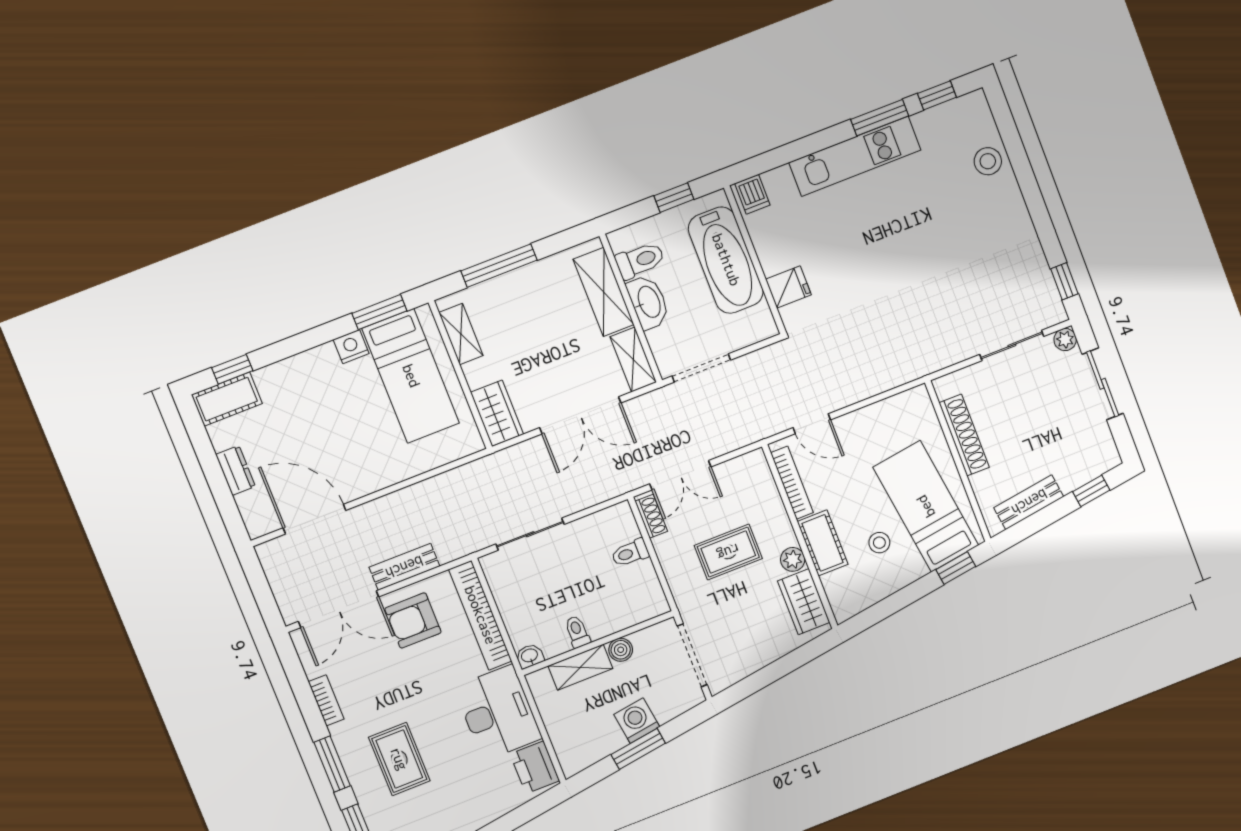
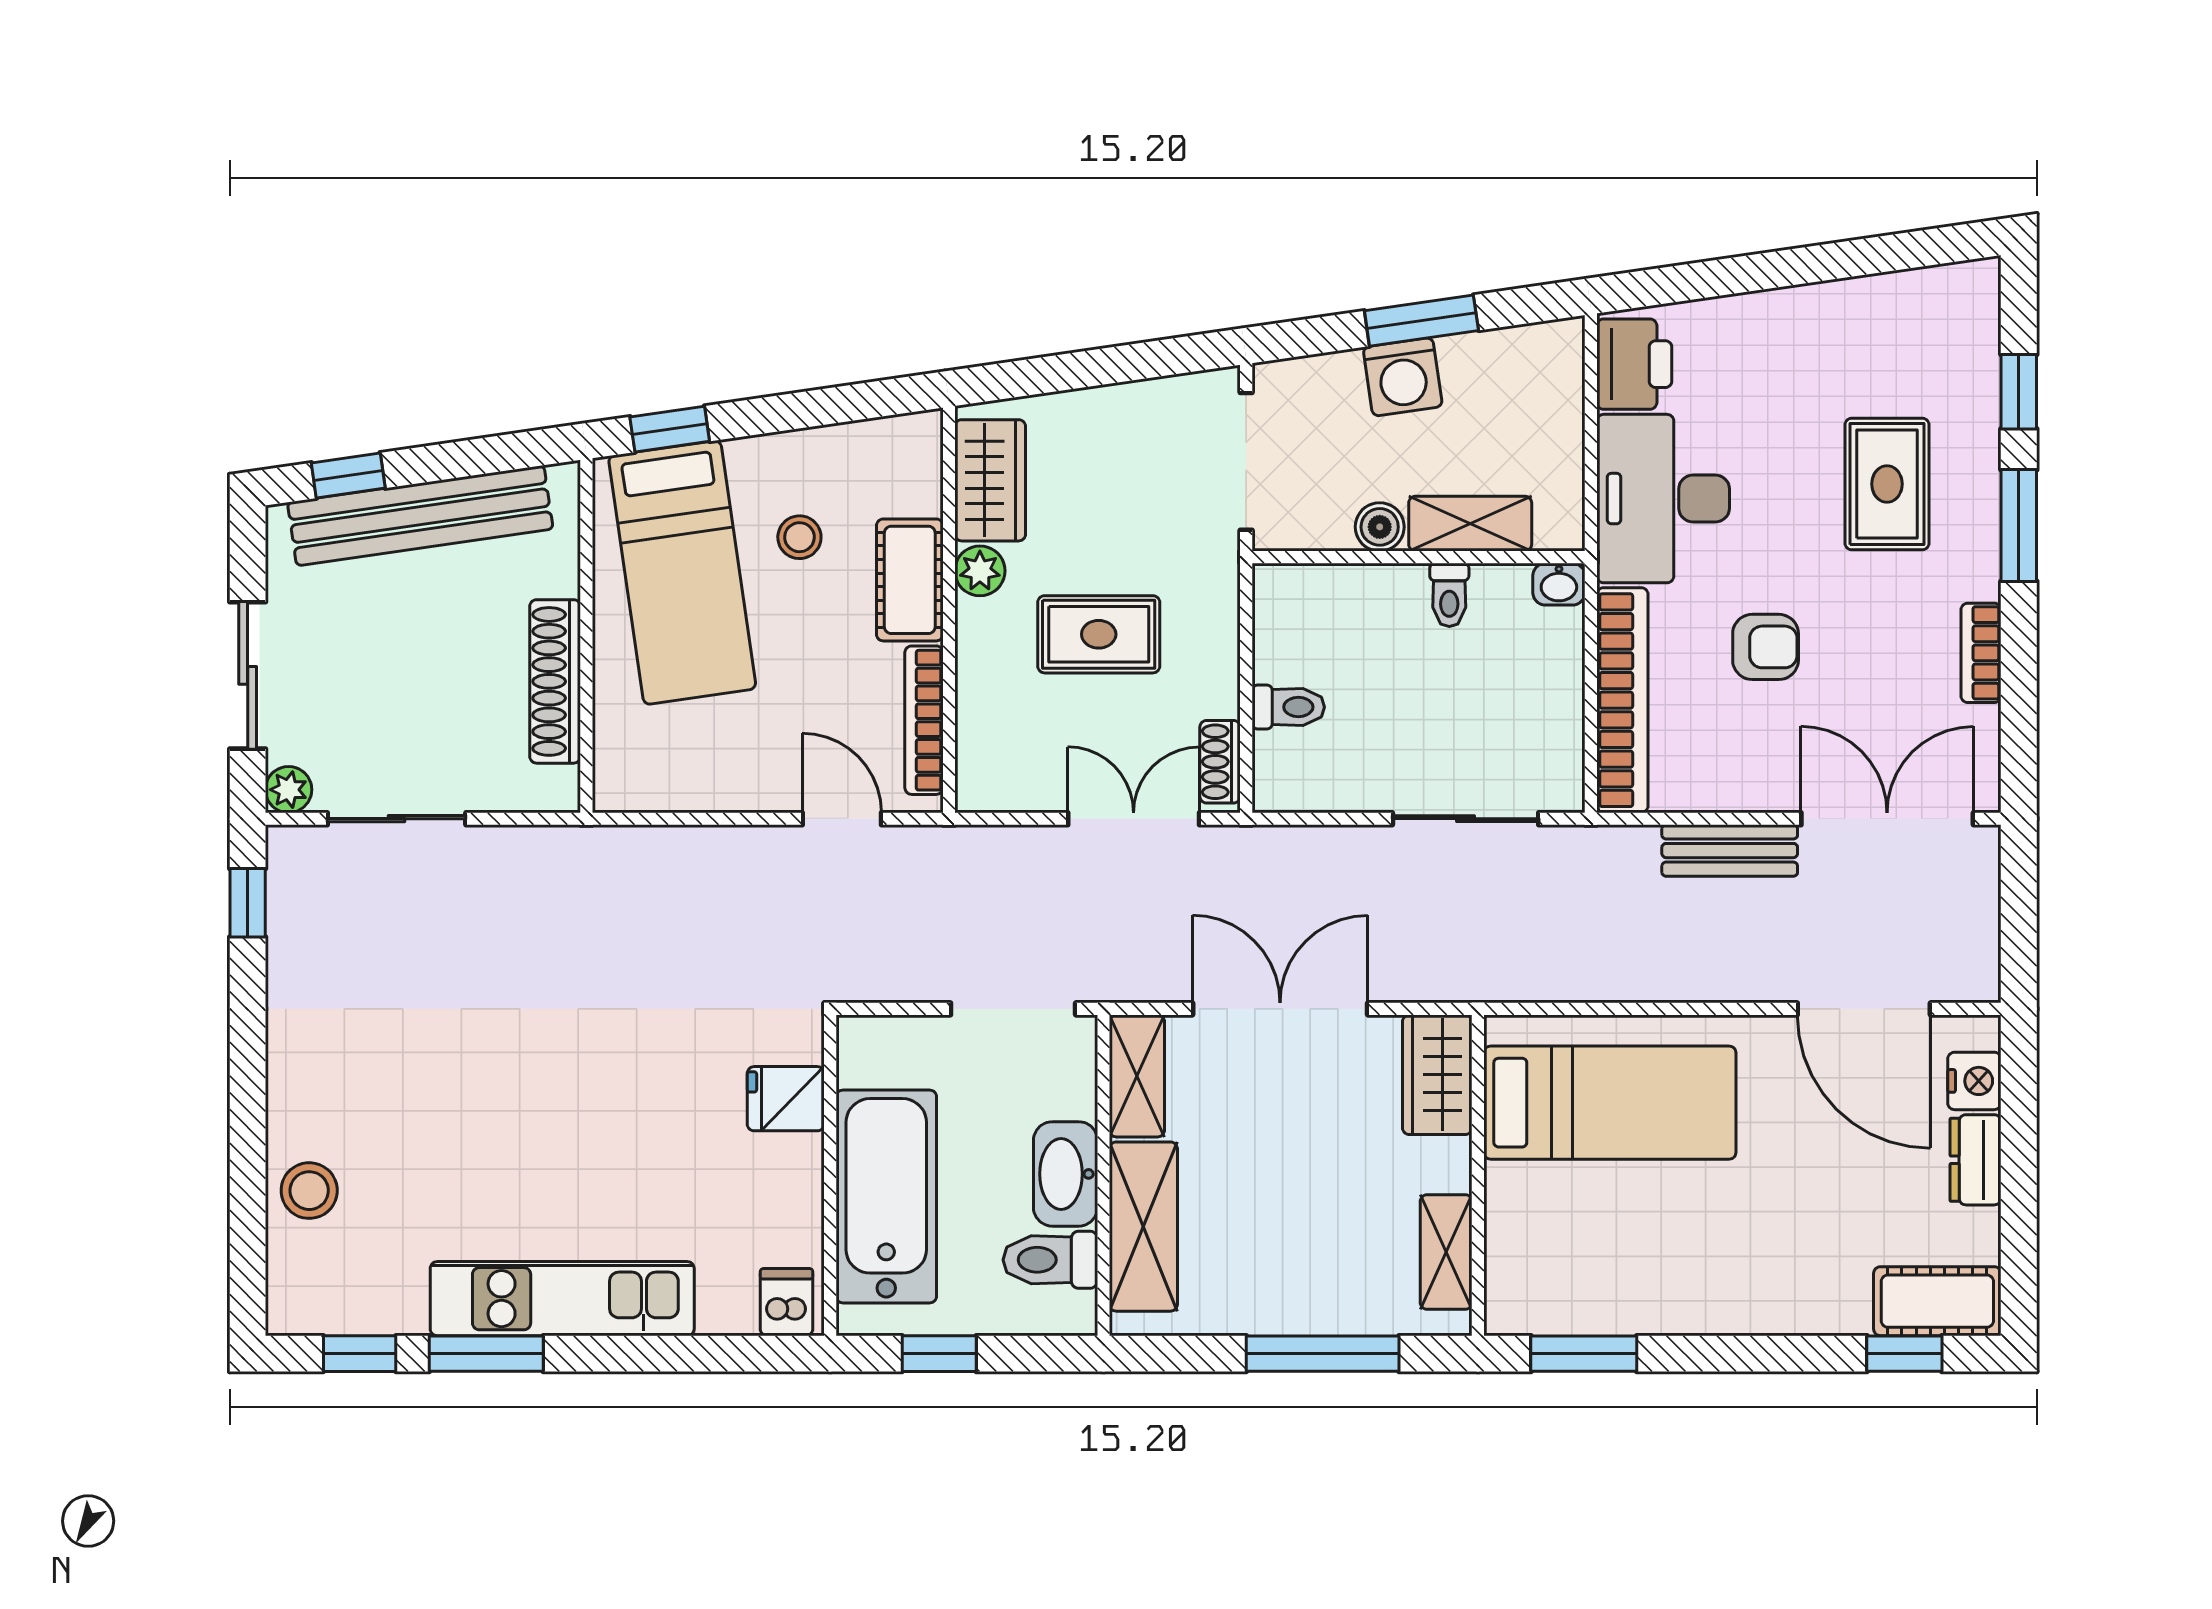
nightstand: (351, 347) -> (1974, 1081), moved, turned -90
bed: (411, 376) -> (1610, 1103), moved, turned 90
bench: (1029, 502) -> (420, 516), width x1.86, depth x1.21
armchair: (413, 620) -> (1766, 647), moved, width x0.72, depth x0.72

